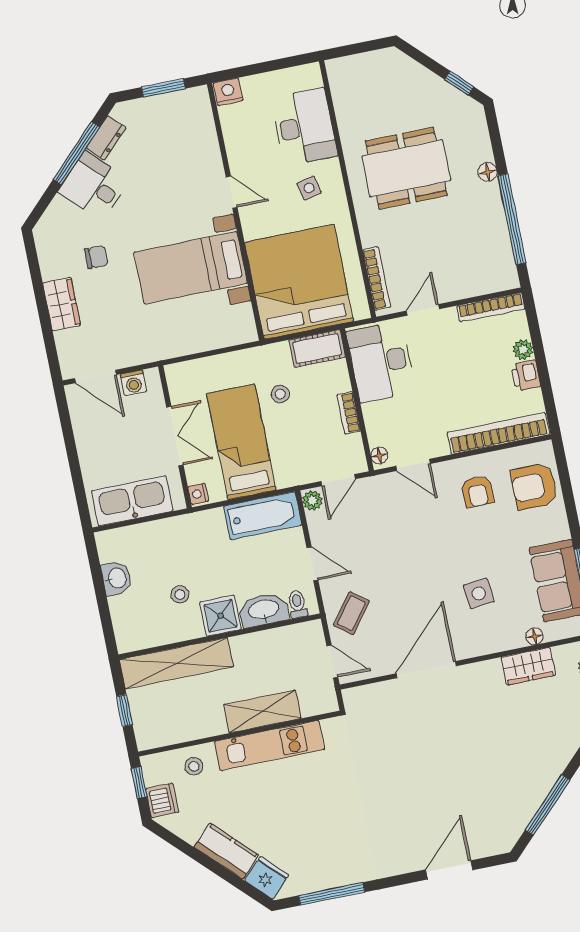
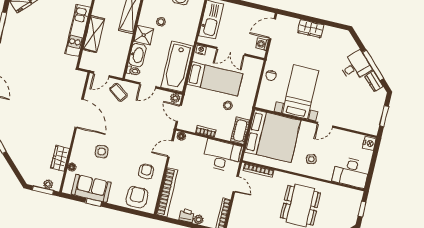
window: (359, 48) -> (362, 209), added
desk: (304, 127) -> (351, 172), moved
chair: (96, 257) -> (271, 76), moved
armchair: (478, 491) -> (146, 171), turned 90
bathtub: (263, 516) -> (177, 67), width x1.36, depth x1.36

